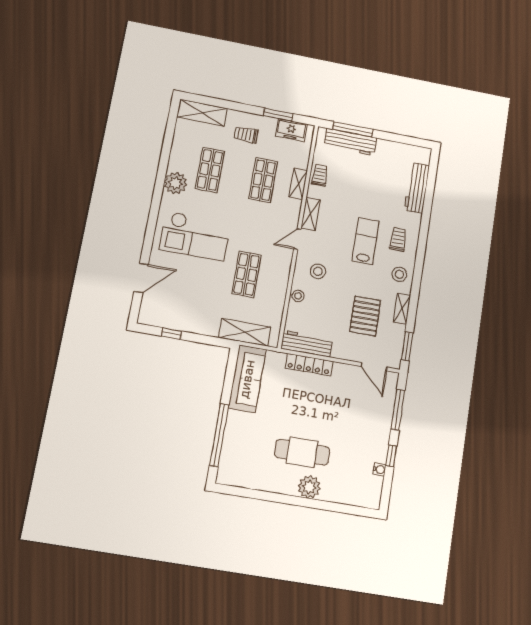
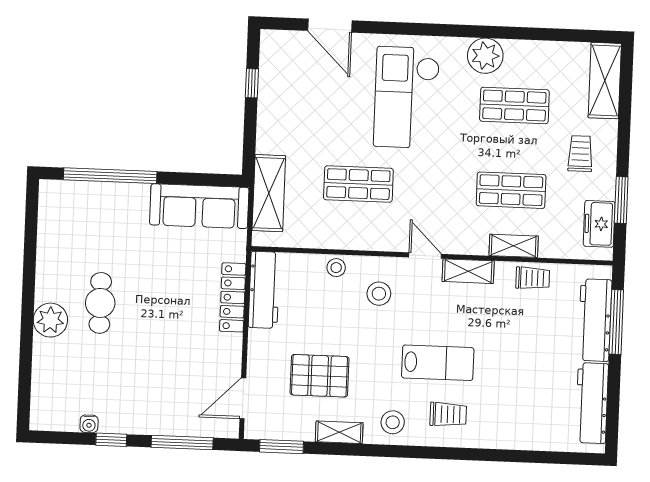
workbench: (417, 188) -> (592, 403), moved, turned -90
cafe table: (302, 452) -> (100, 303), width x0.73, depth x0.74

